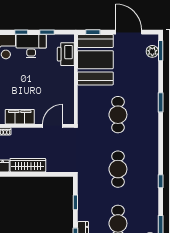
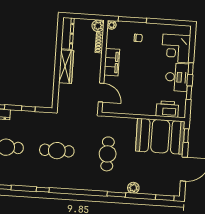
plant: (152, 51) -> (133, 188), moved
cafe table: (118, 115) -> (108, 154), turned 90

